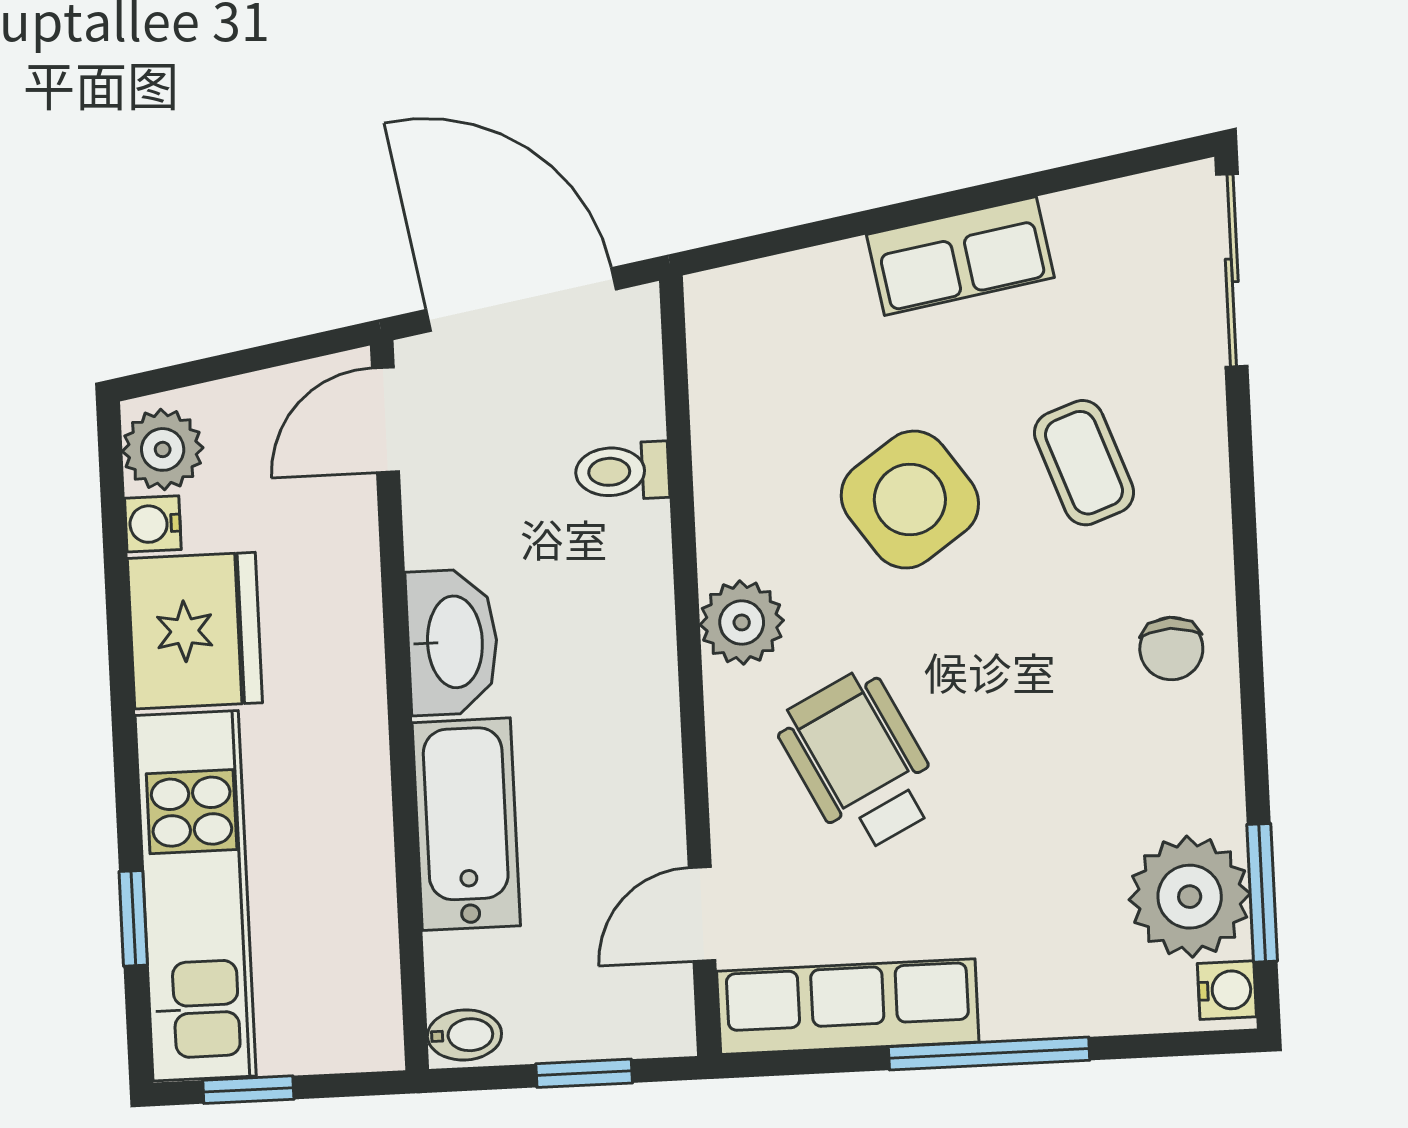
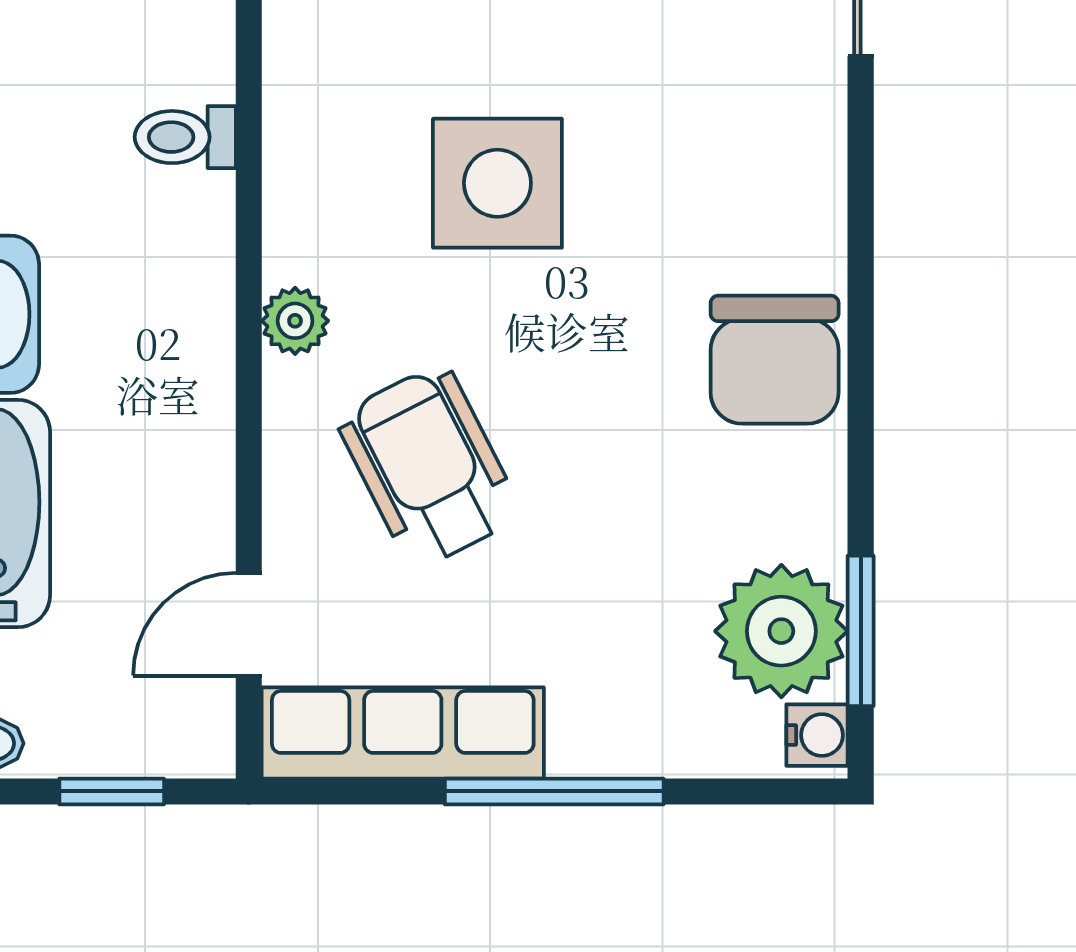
coffee table: (1084, 463) -> (689, 152), removed
side table: (910, 500) -> (497, 183), turned 35
plant: (742, 622) -> (295, 321), width x0.73, depth x0.73
chair: (1171, 649) -> (775, 360), width x1.87, depth x1.87

